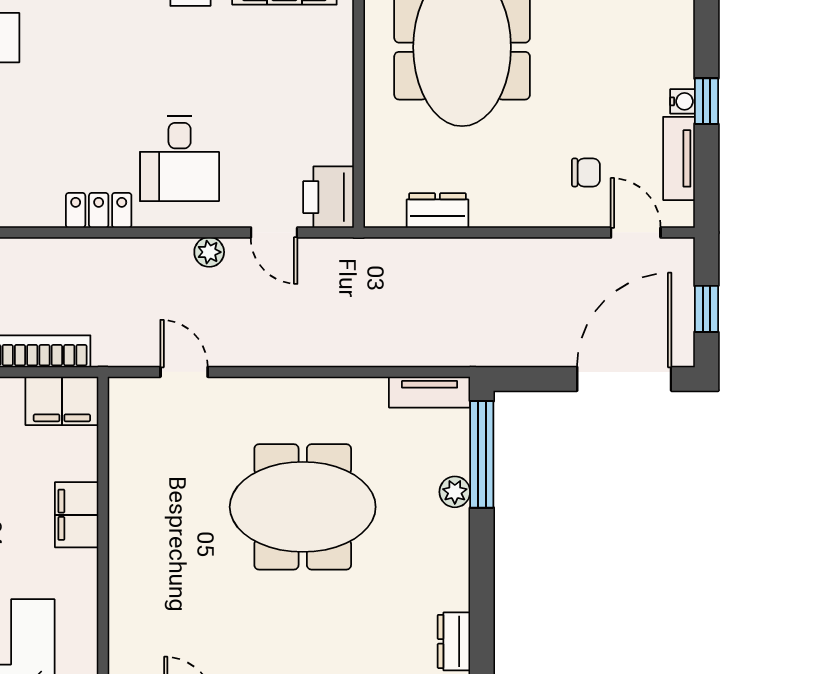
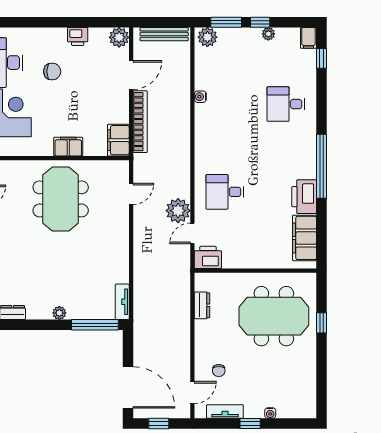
water cooler: (683, 101) -> (270, 413), moved
locker: (99, 210) -> (202, 156), removed
plant: (209, 252) -> (178, 211), width x1.88, depth x1.88
plant: (455, 492) -> (59, 313), moved
meeting table: (303, 507) -> (61, 199), moved

